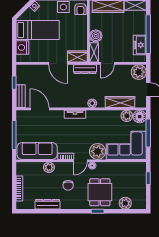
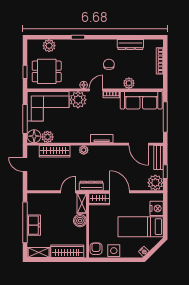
freezer: (140, 45) -> (34, 225), moved
plant: (139, 72) -> (155, 183), moved
dining table: (100, 192) -> (47, 71), moved, turned 90

